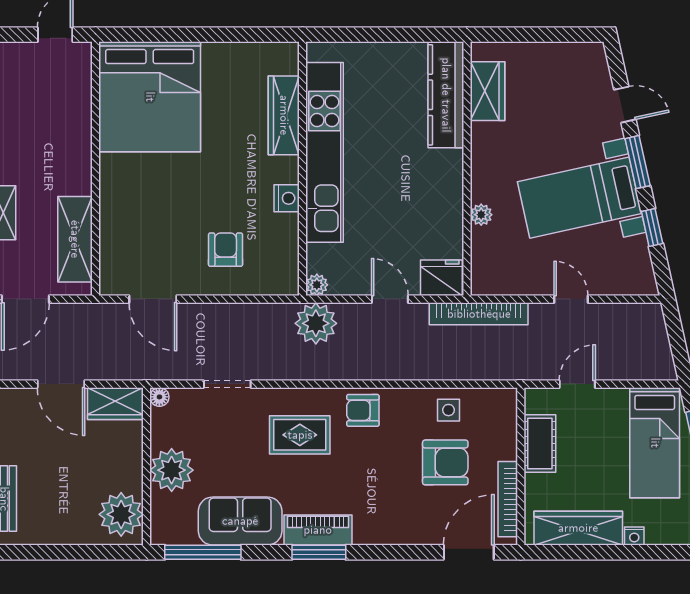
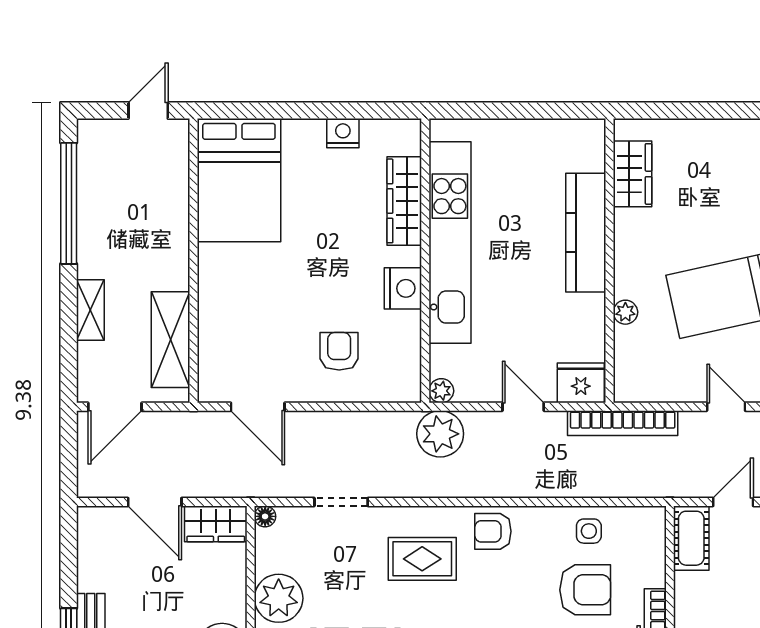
nightstand: (229, 55) -> (343, 133), added
kitchen counter: (446, 95) -> (586, 233), moved
bed: (150, 97) -> (239, 180), width x0.73
nightstand: (287, 198) -> (403, 288), width x1.36, depth x1.33
cot: (540, 444) -> (691, 538), moved

